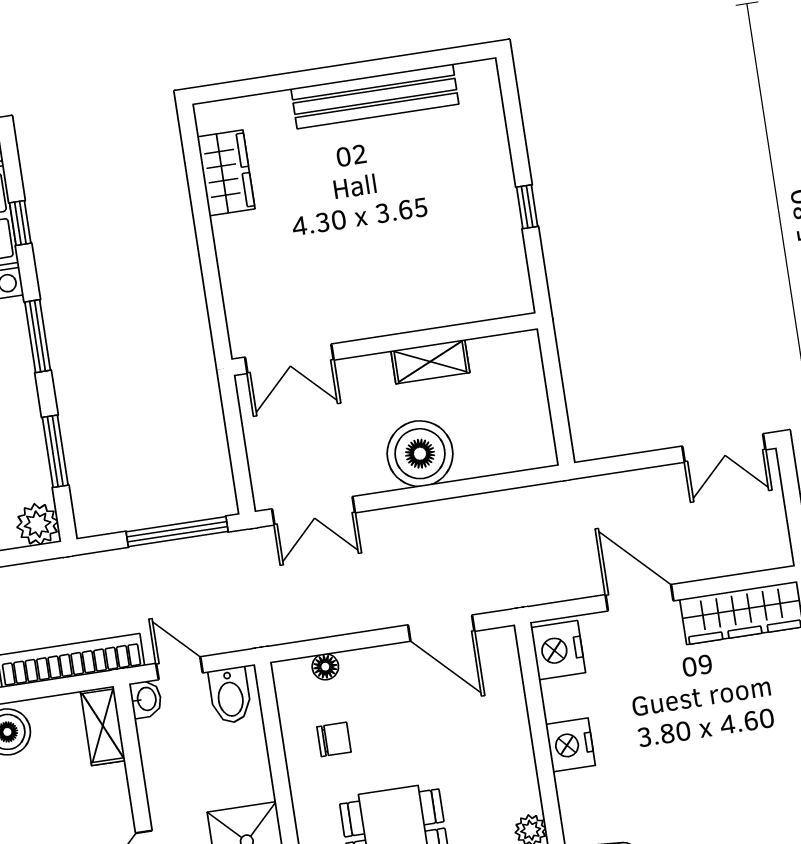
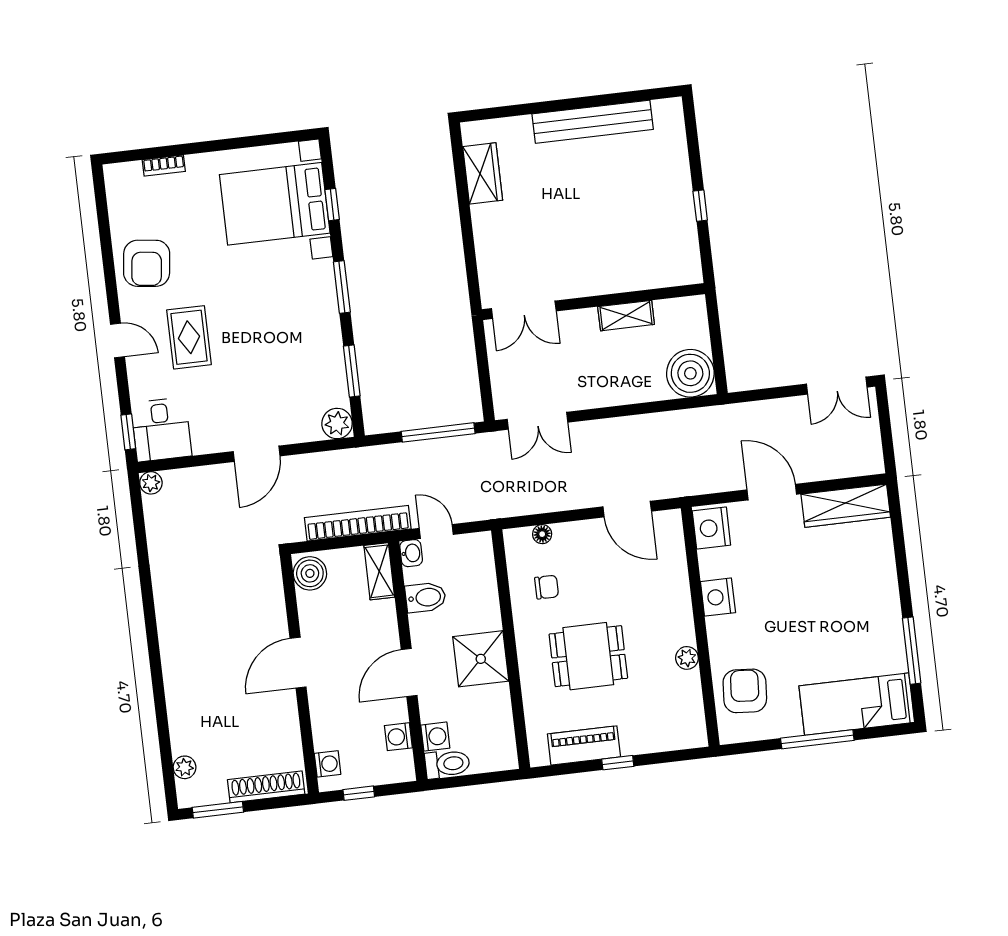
boiler: (420, 454) -> (690, 373), moved
bidet: (230, 695) -> (426, 597), moved, turned -90

